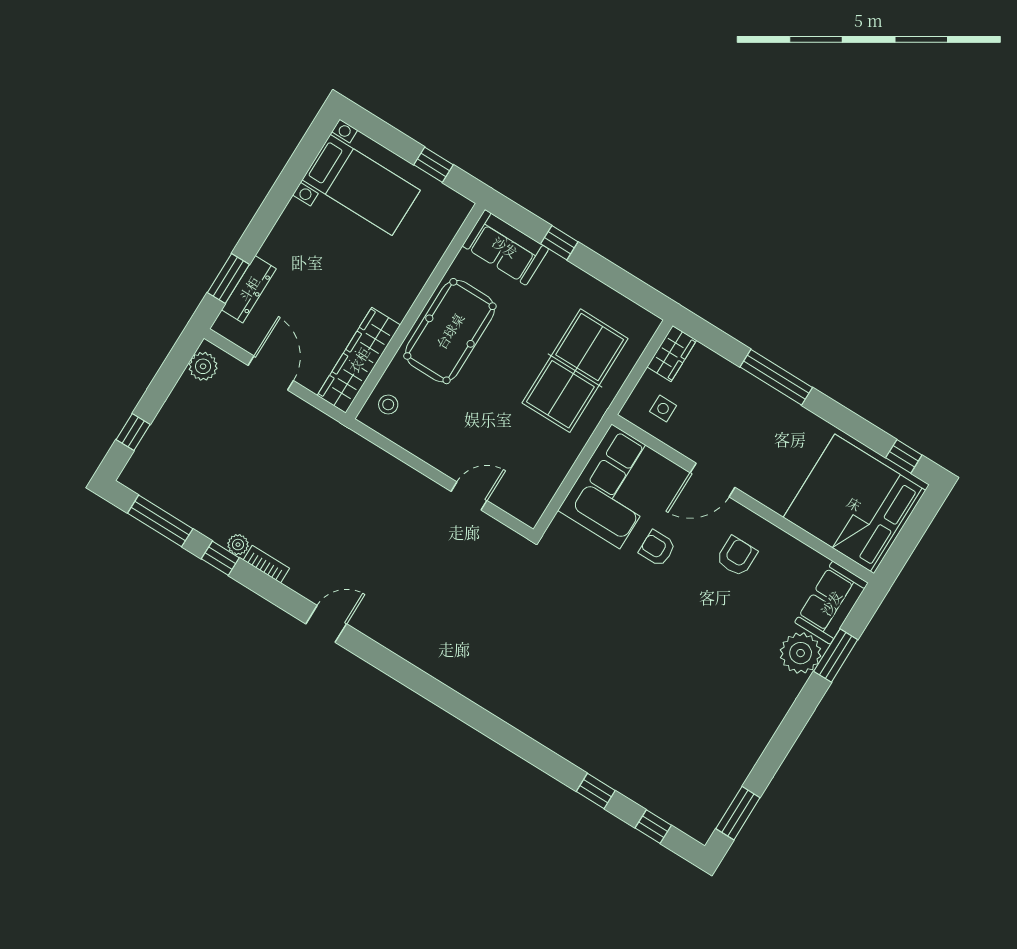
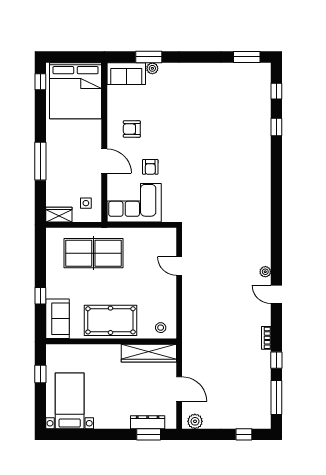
door: (271, 373) -> (179, 389), swing flipped
plant: (238, 545) -> (265, 272), moved
plant: (801, 653) -> (152, 68), width x0.53, depth x0.53

